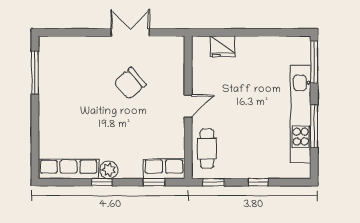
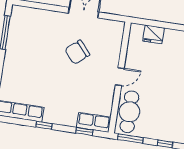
cafe table: (207, 149) -> (129, 112), width x1.37, depth x1.35
plant: (109, 170) -> (51, 117), removed
window: (214, 182) -> (130, 139), width x1.50

